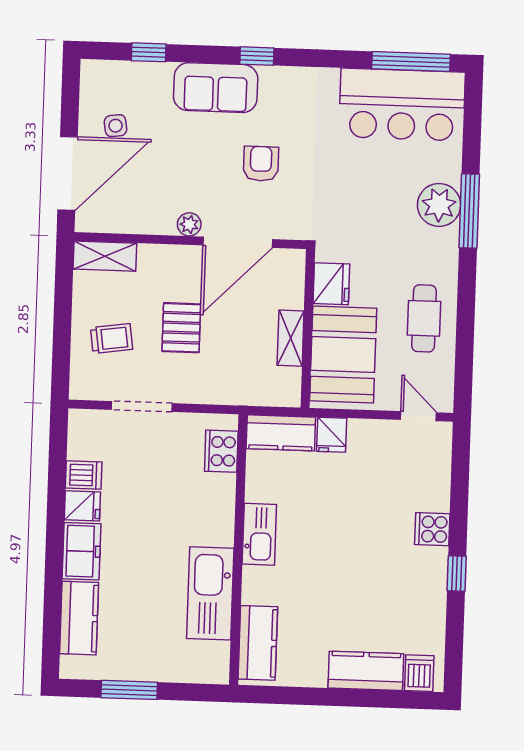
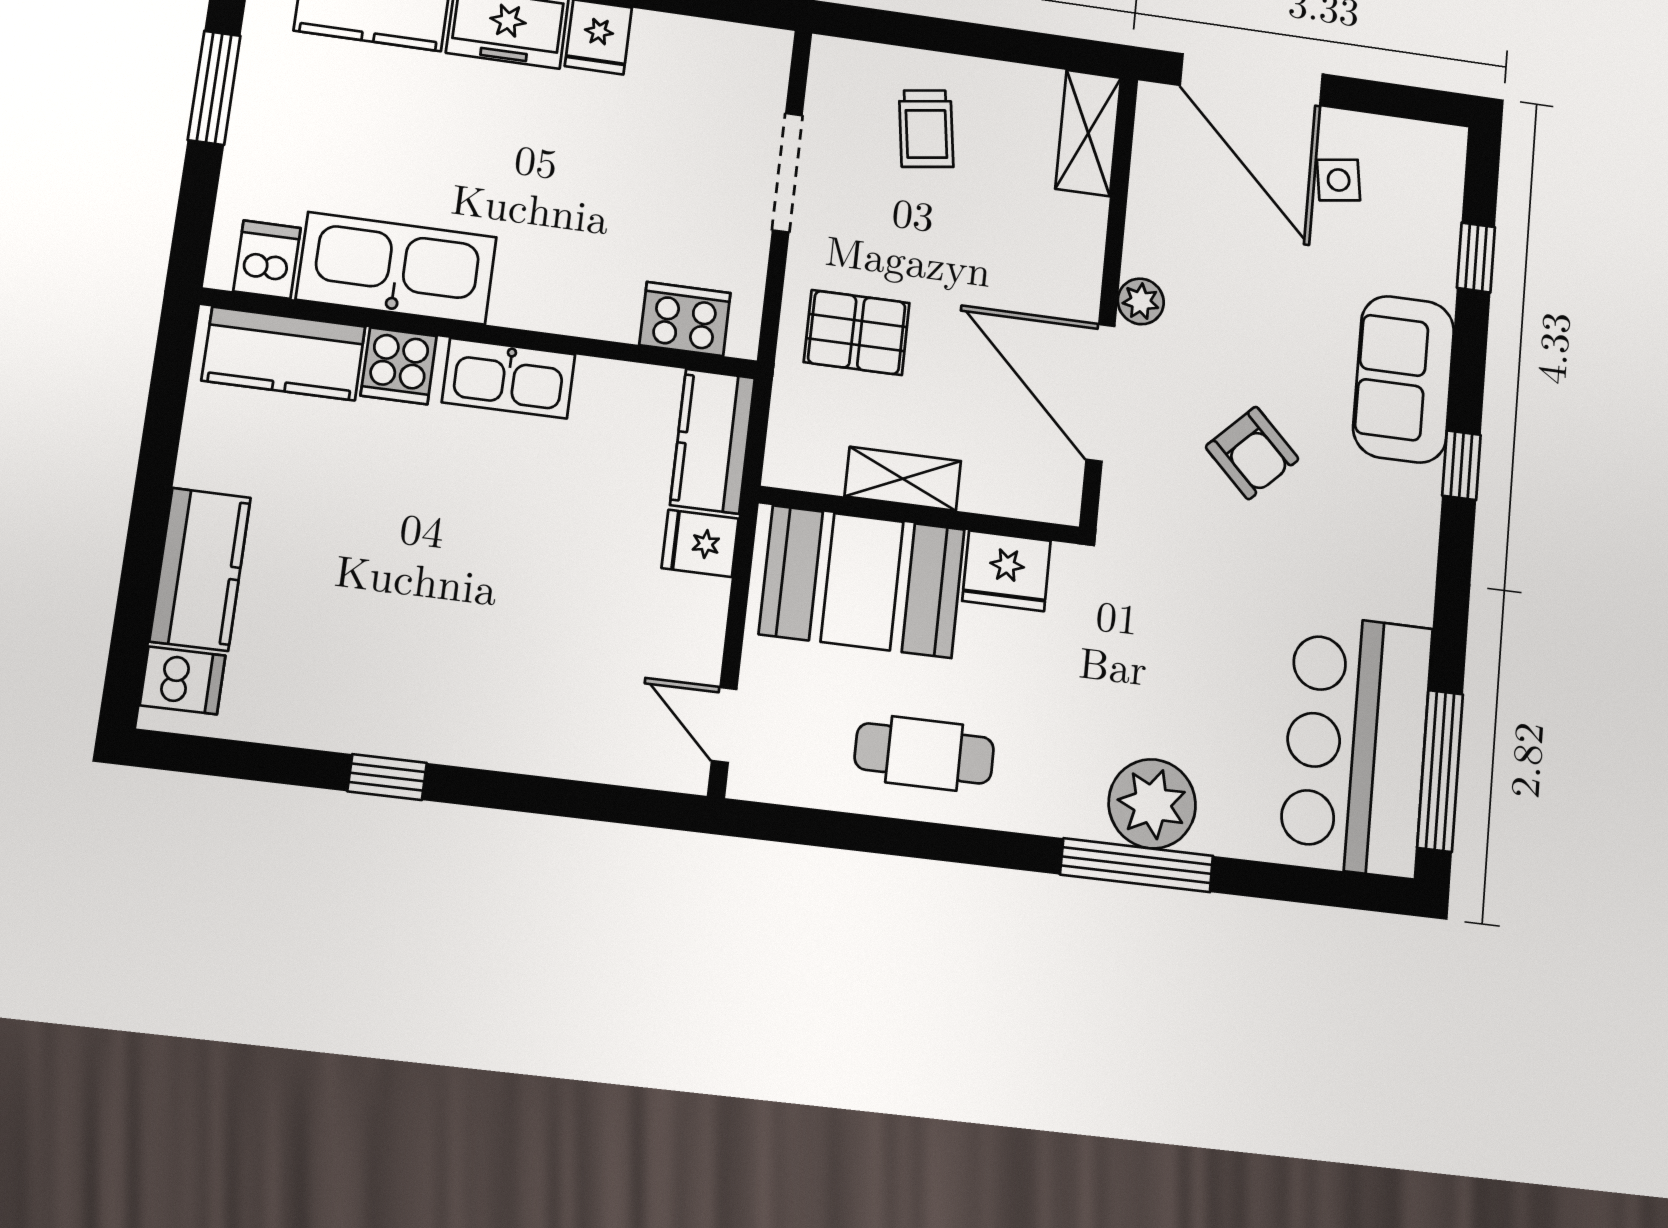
armchair: (261, 164) -> (1252, 453), turned 45
pallet: (181, 328) -> (857, 333), moved
door: (418, 416) -> (724, 725), swing flipped
dishwasher: (84, 475) -> (267, 260), moved, turned 180
cooker: (432, 529) -> (399, 366), moved, turned 180

